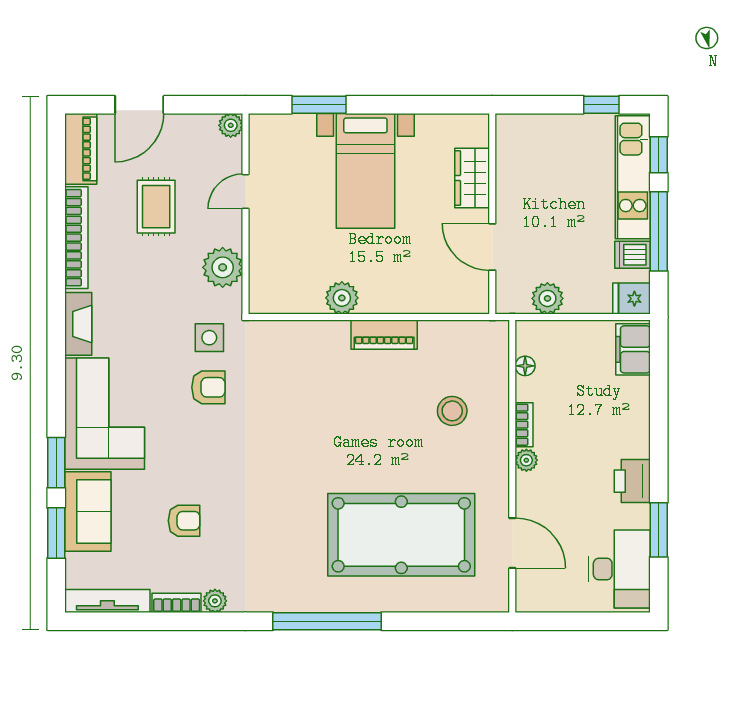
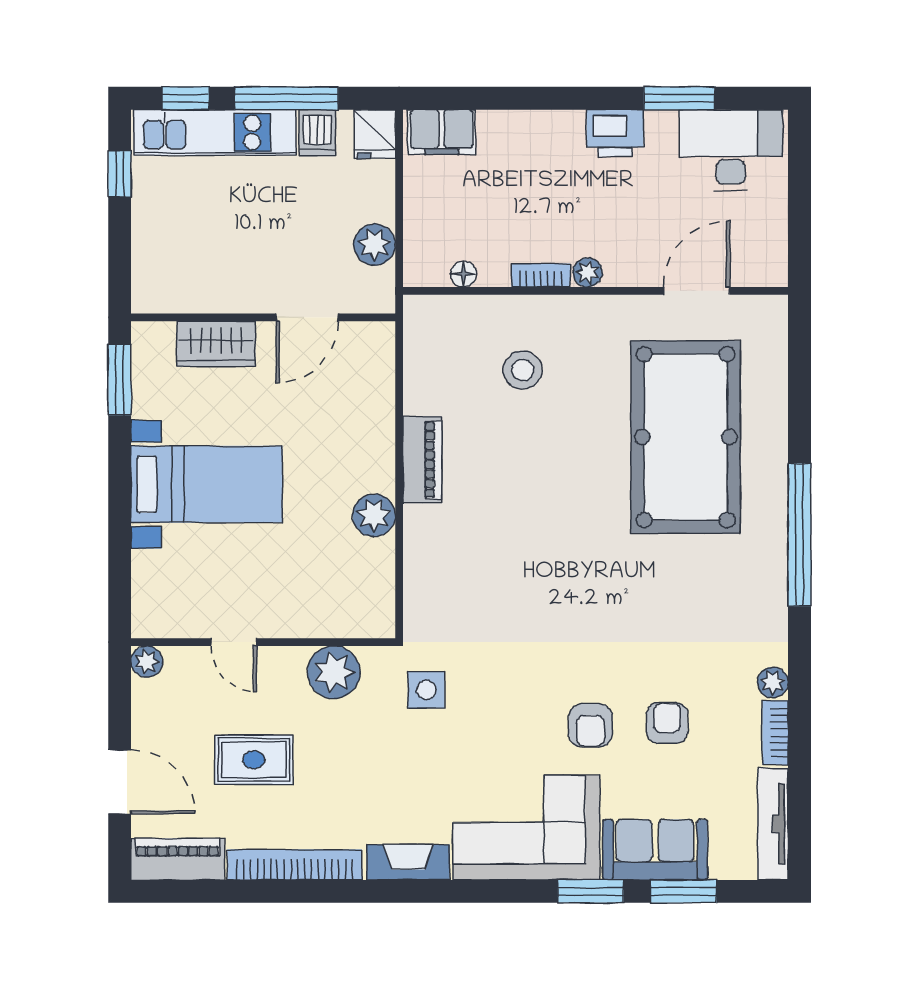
window: (319, 105) -> (120, 380), moved
armchair: (208, 387) -> (591, 725), moved, turned 180

